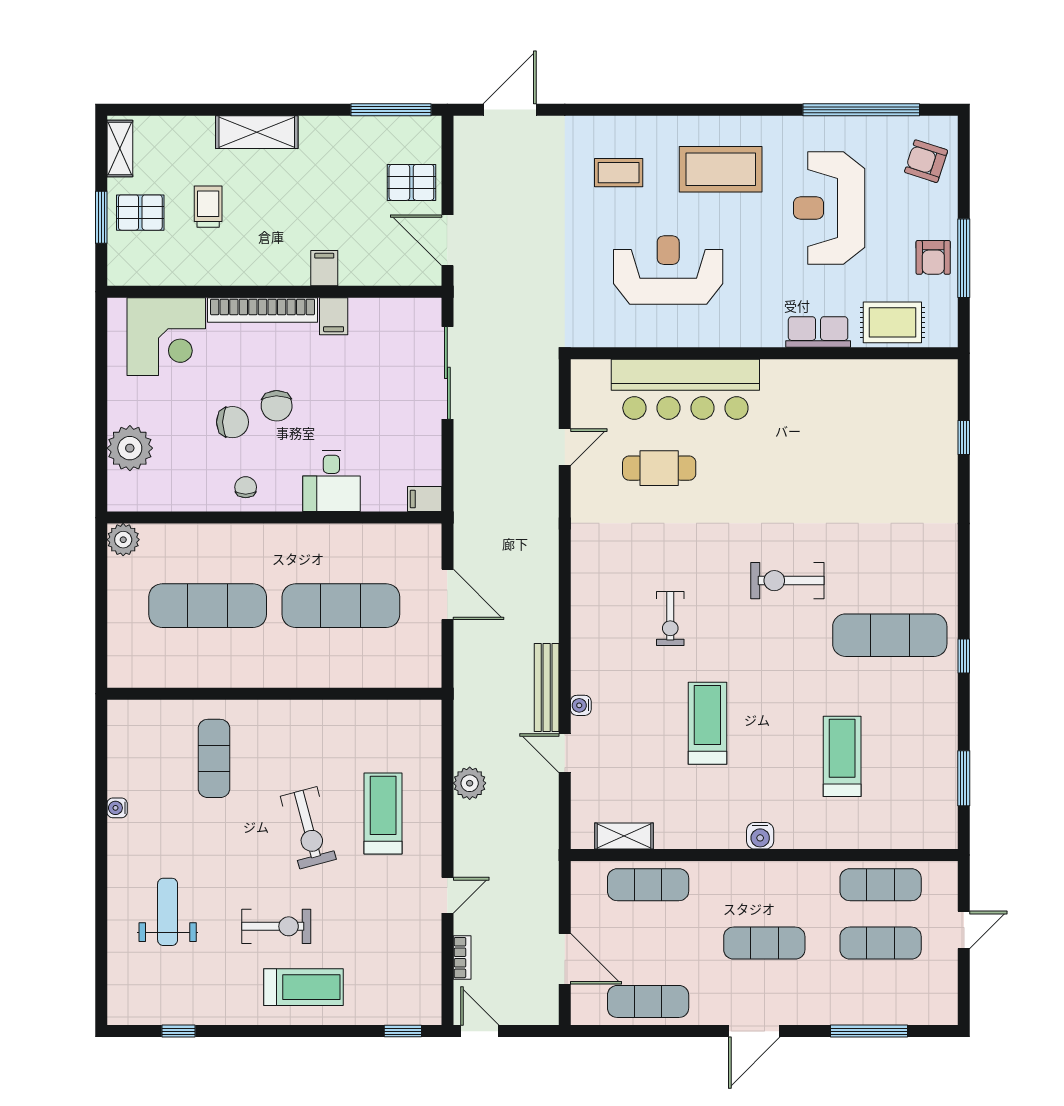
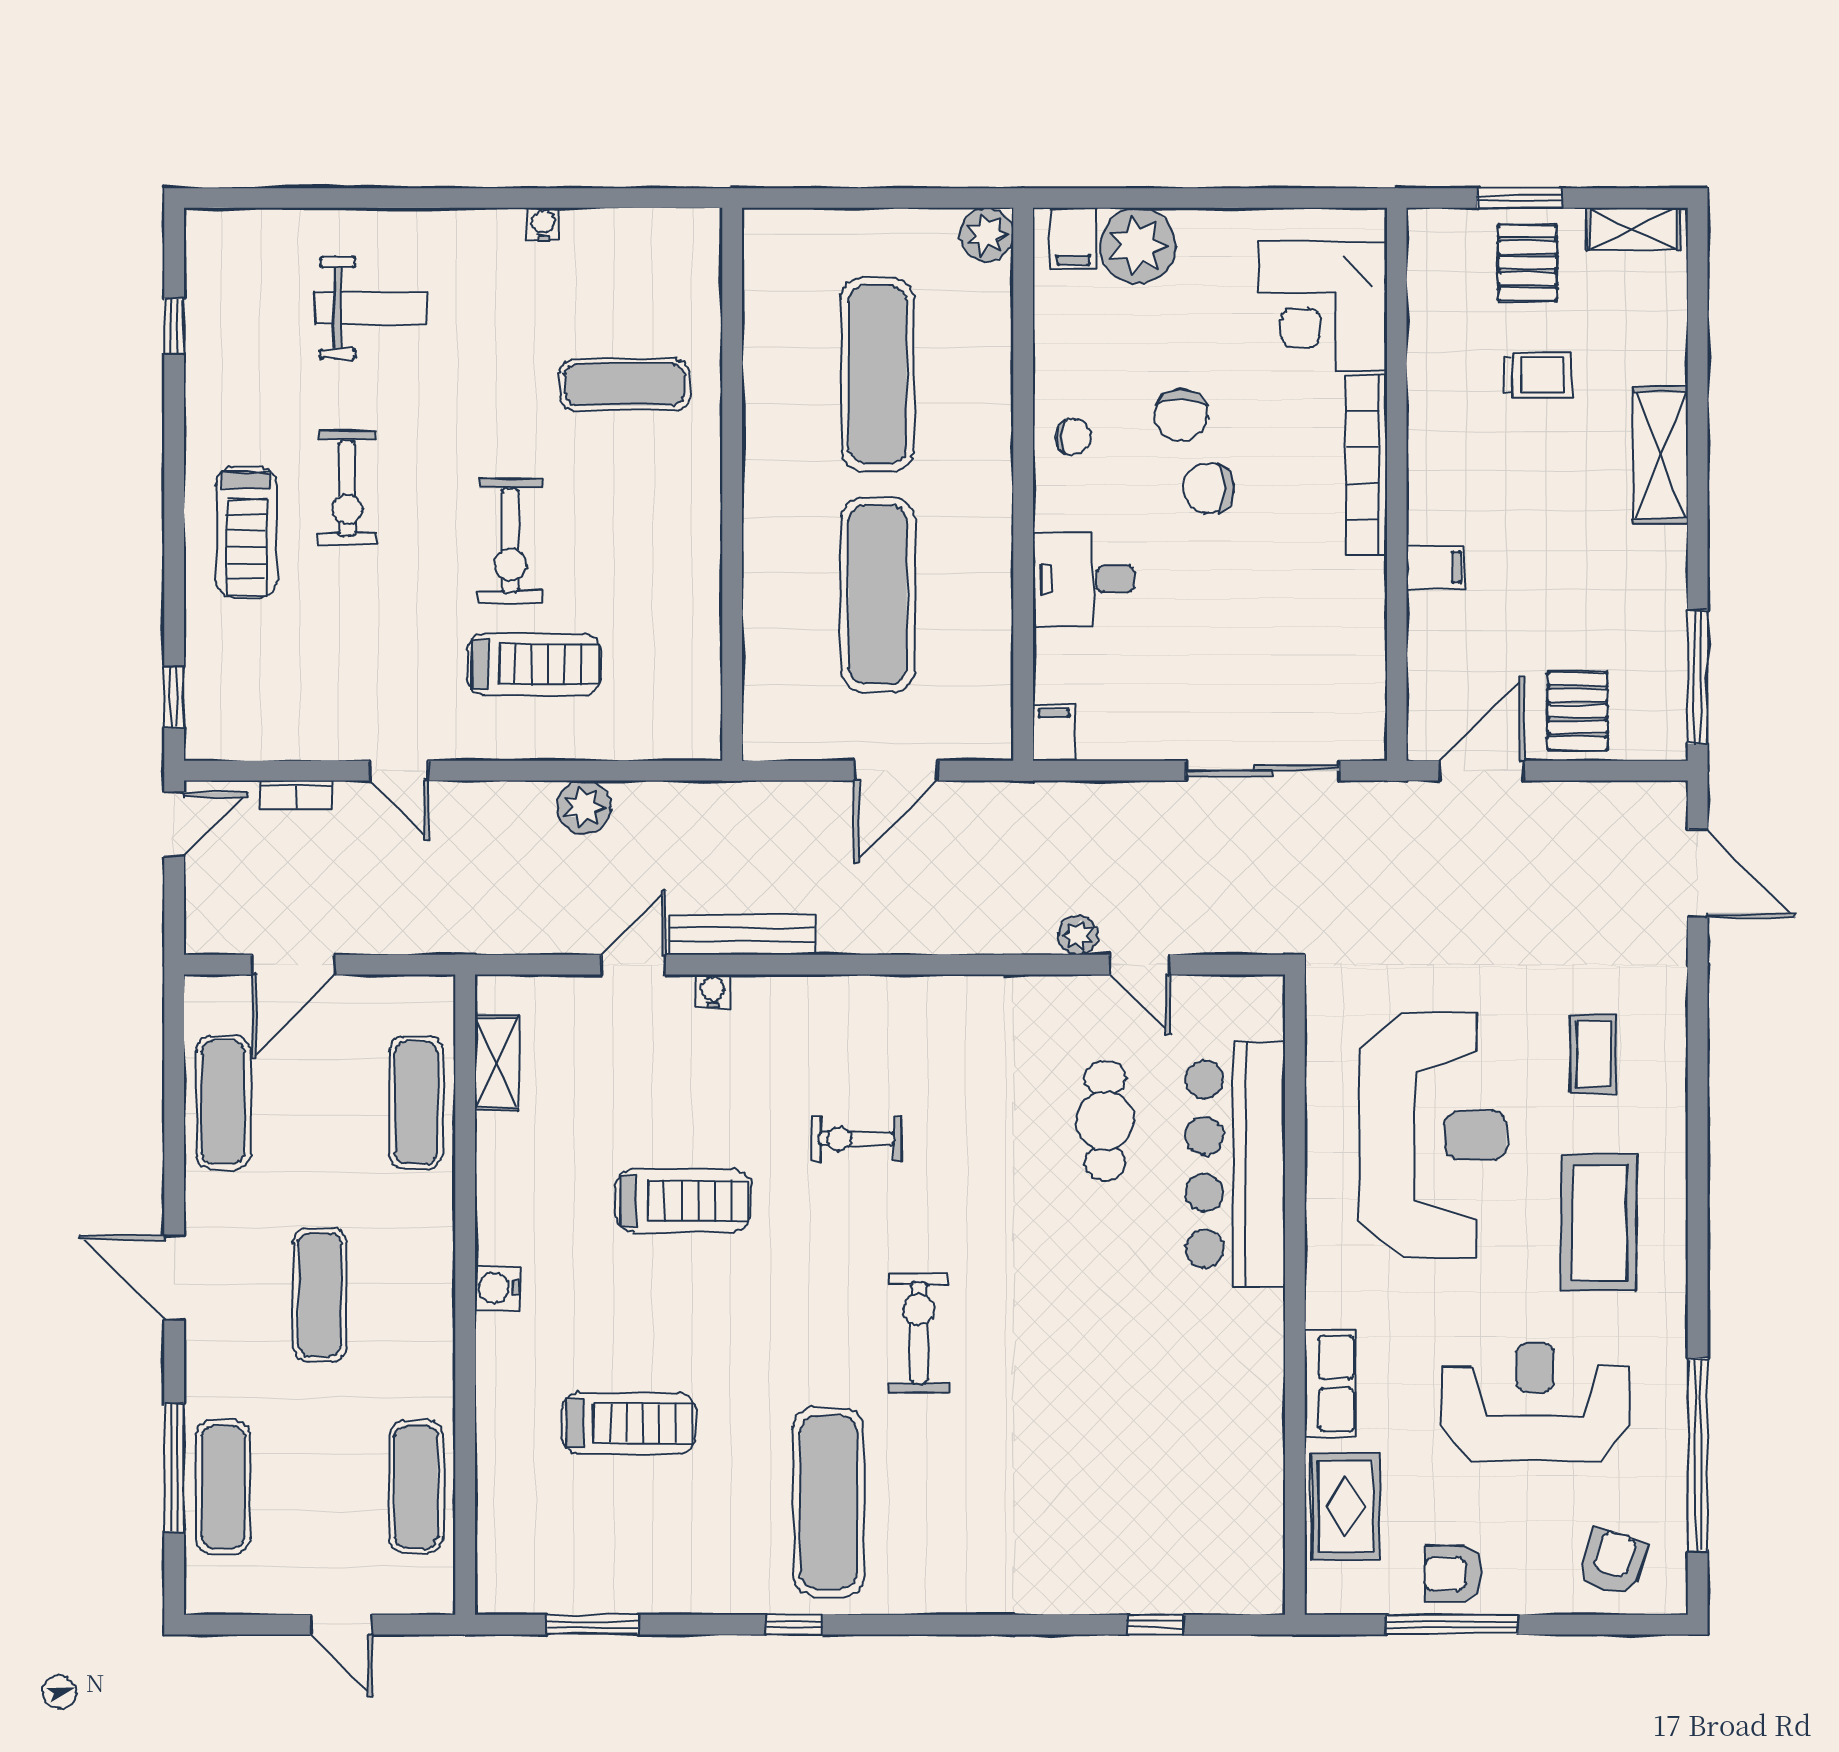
reception desk: (668, 270) -> (1433, 1136), width x1.36, depth x1.30
filing cabinet: (334, 316) -> (1073, 239), moved, turned -90
plant: (547, 485) -> (1078, 935), added
exercise bike: (308, 828) -> (510, 541), turned -75
exercise mat: (881, 943) -> (223, 1487), moved

